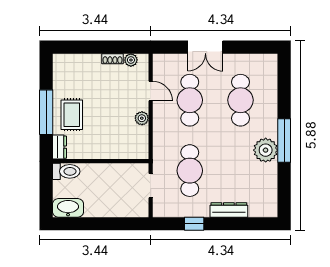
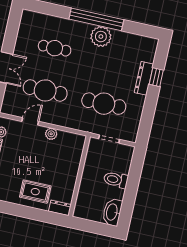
cafe table: (240, 100) -> (55, 48), width x0.73, depth x0.74
window: (46, 112) -> (28, 212), removed
window: (284, 141) -> (96, 19), width x1.46
toilet: (66, 171) -> (116, 180), moved, turned -90
window: (194, 224) -> (156, 77), moved

